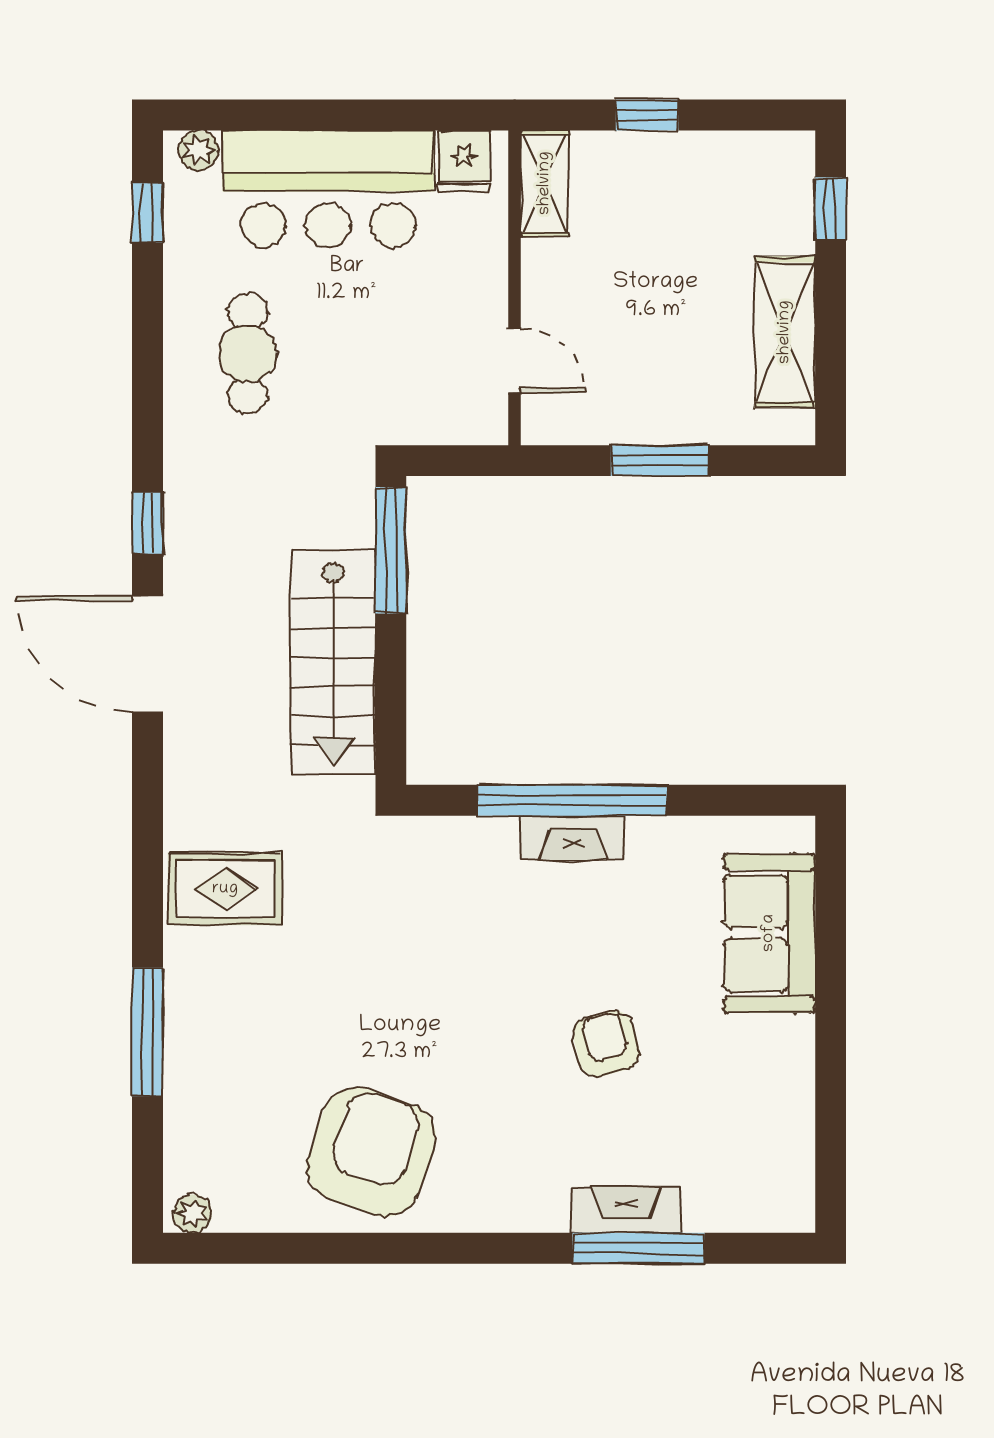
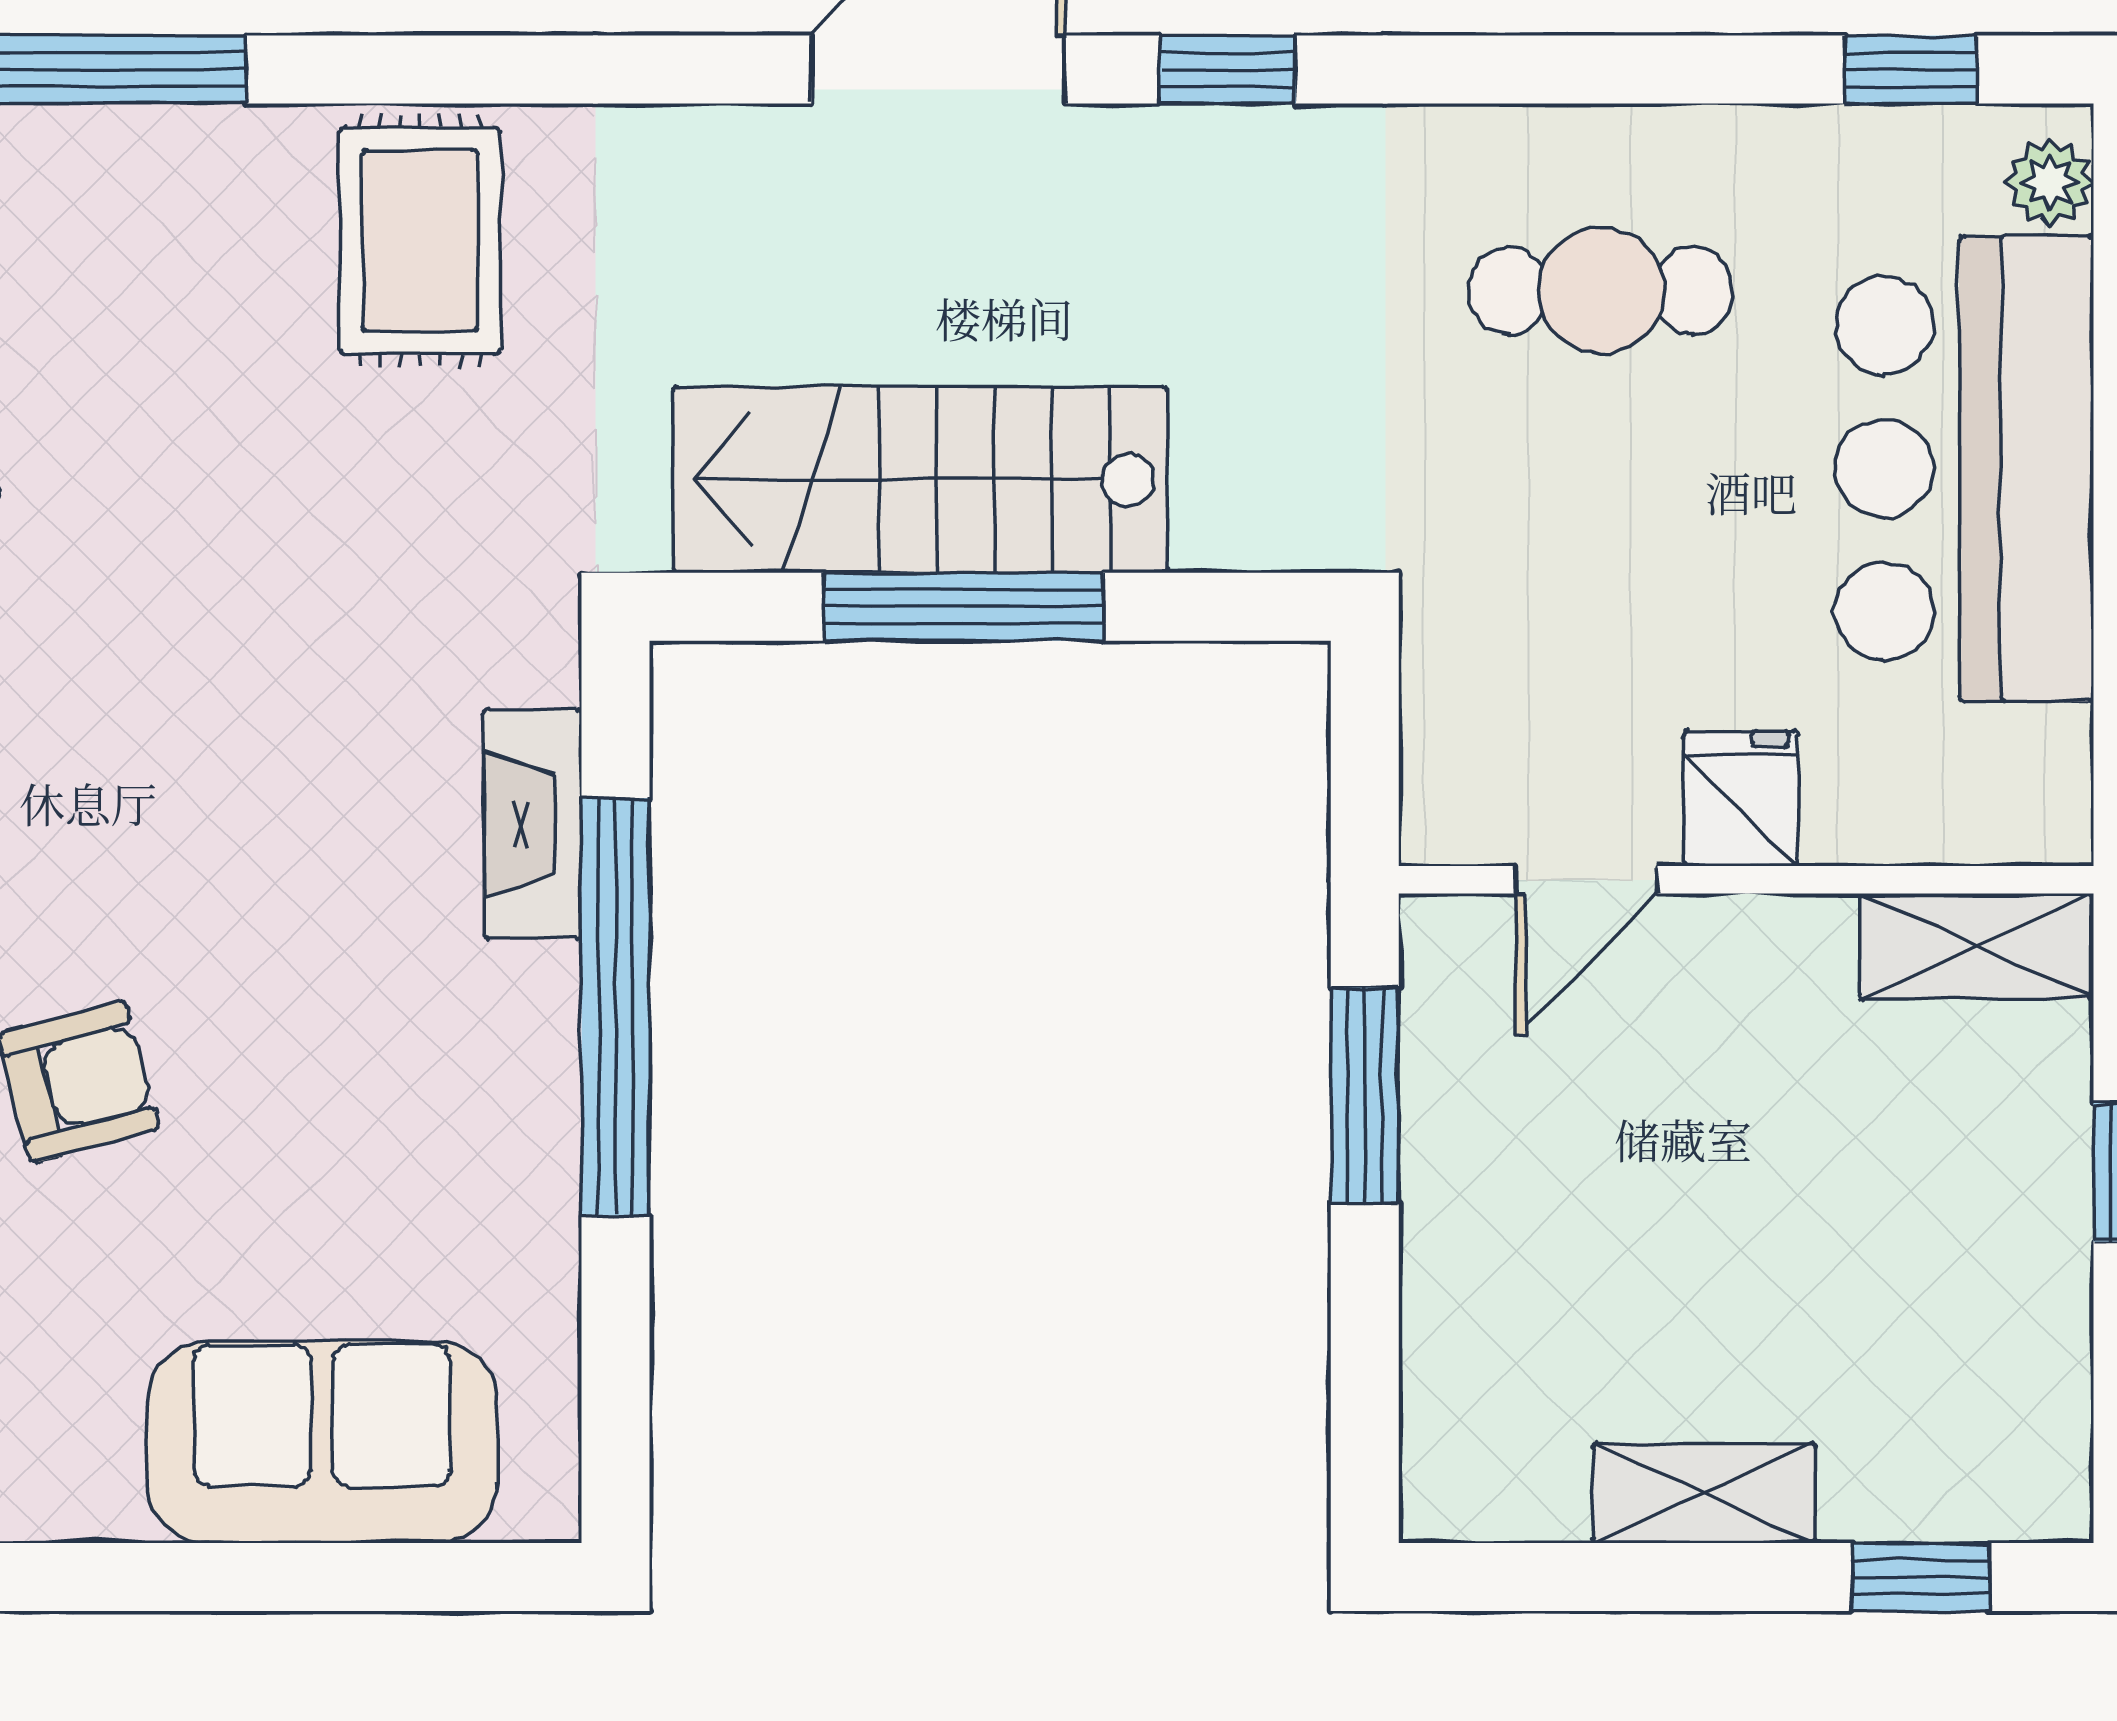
fridge: (464, 161) -> (1741, 798), moved, turned 90
shelving: (785, 332) -> (1704, 1493), width x0.67, depth x0.75
window: (660, 461) -> (1365, 1096), moved
window: (391, 550) -> (964, 607), moved
fireplace: (573, 838) -> (533, 824), moved

